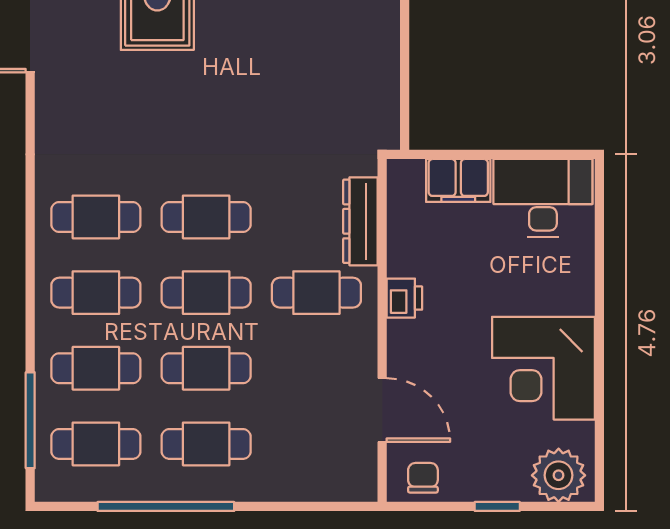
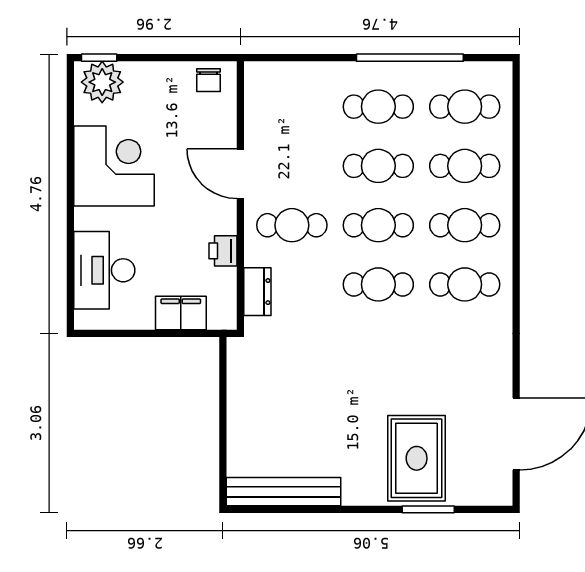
desk: (543, 198) -> (104, 270), moved, turned 90
dresser: (360, 221) -> (257, 292), width x0.70
printer: (404, 298) -> (223, 251), moved
door: (382, 410) -> (240, 174), moved
window: (30, 420) -> (516, 125), removed
window: (497, 506) -> (99, 58), moved

